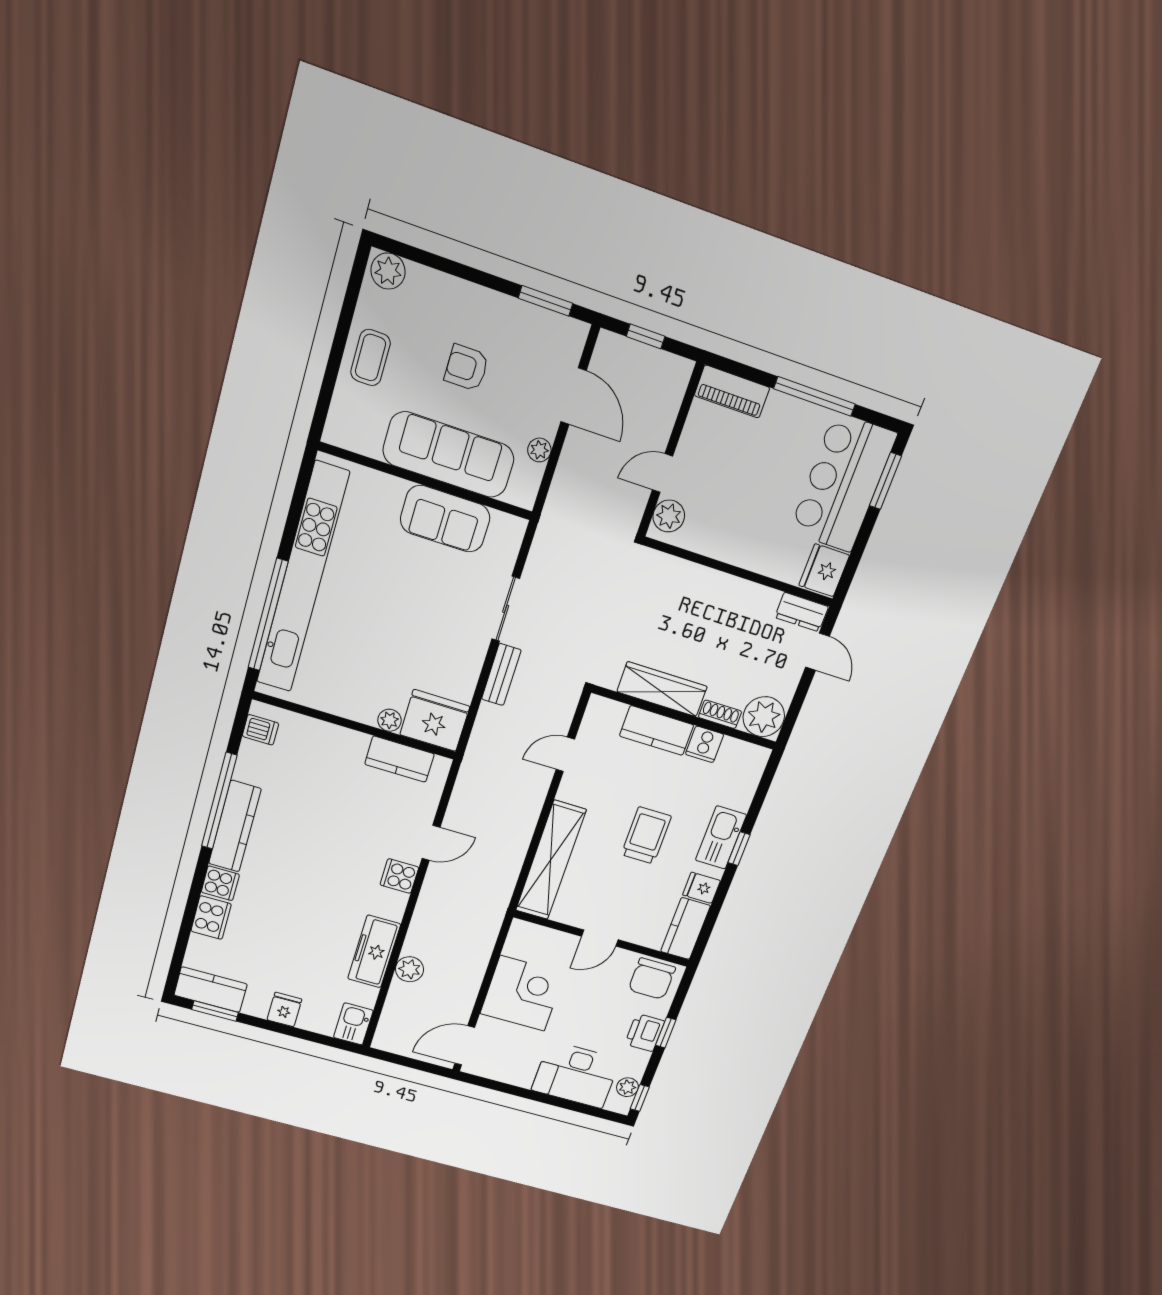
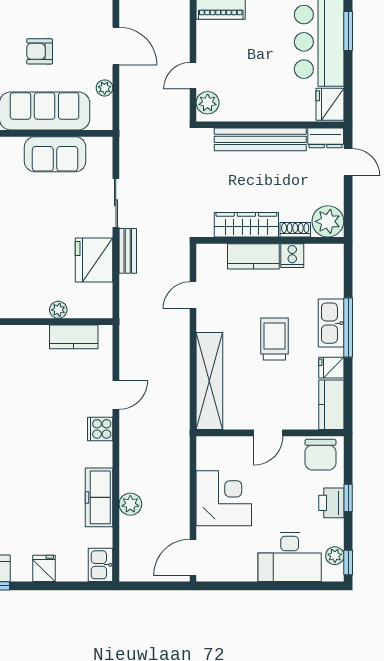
bench: (719, 587) -> (260, 139), added
fridge: (435, 721) -> (94, 260), moved, turned -90
window: (739, 849) -> (348, 328), width x2.17

